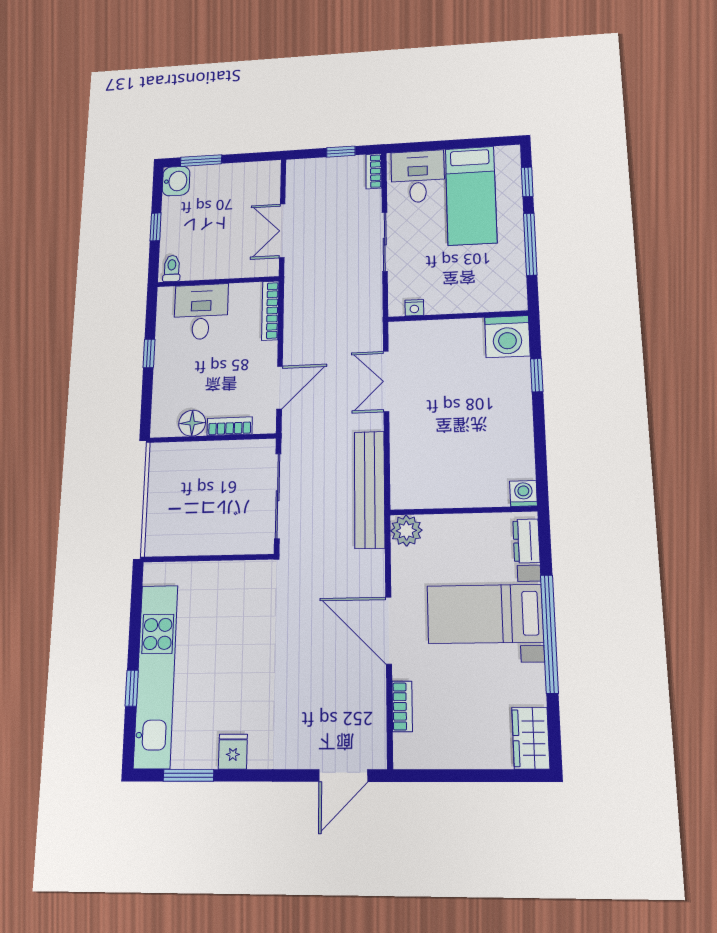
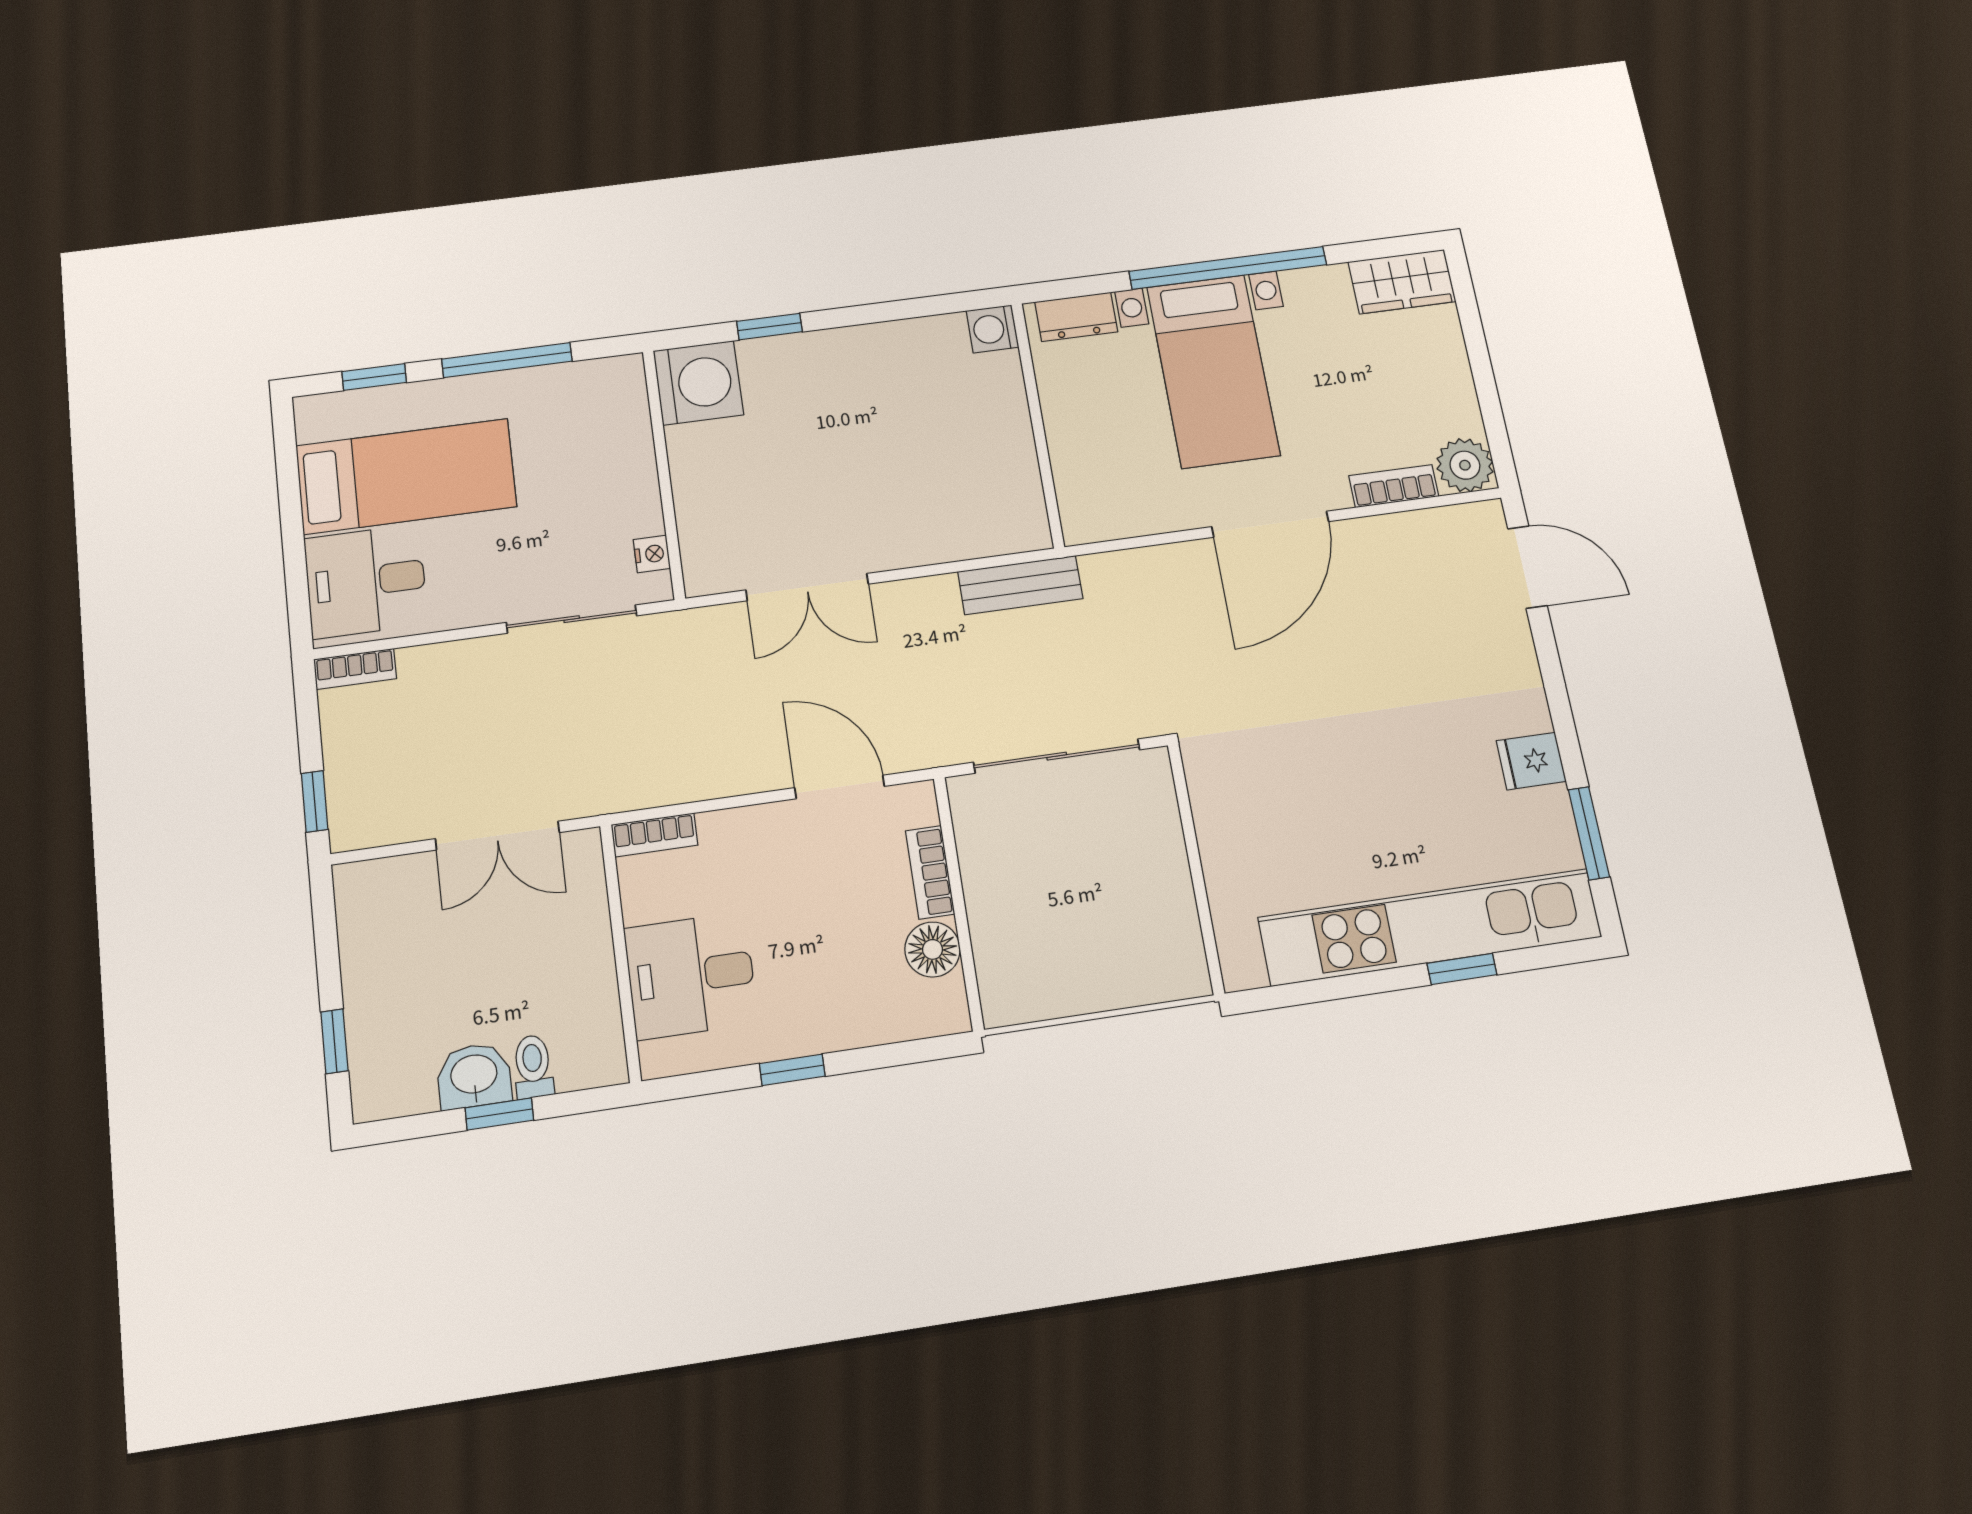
window: (341, 152) -> (315, 801), moved
window: (201, 161) -> (334, 1041), width x0.67
washbasin: (176, 181) -> (474, 1076), moved
sliding door: (385, 242) -> (572, 619), moved
toilet: (172, 268) -> (533, 1067), moved, turned 90
bookcase: (270, 311) -> (654, 835), width x0.64
bench: (370, 489) -> (1020, 585), width x0.54, depth x0.82
plant: (406, 531) -> (1465, 465), moved

